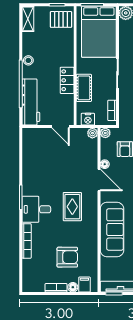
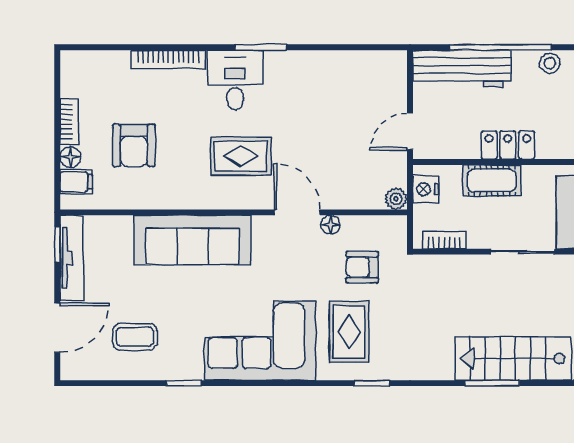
plant: (105, 133) -> (397, 226), removed
door: (99, 180) -> (297, 212), swing flipped

